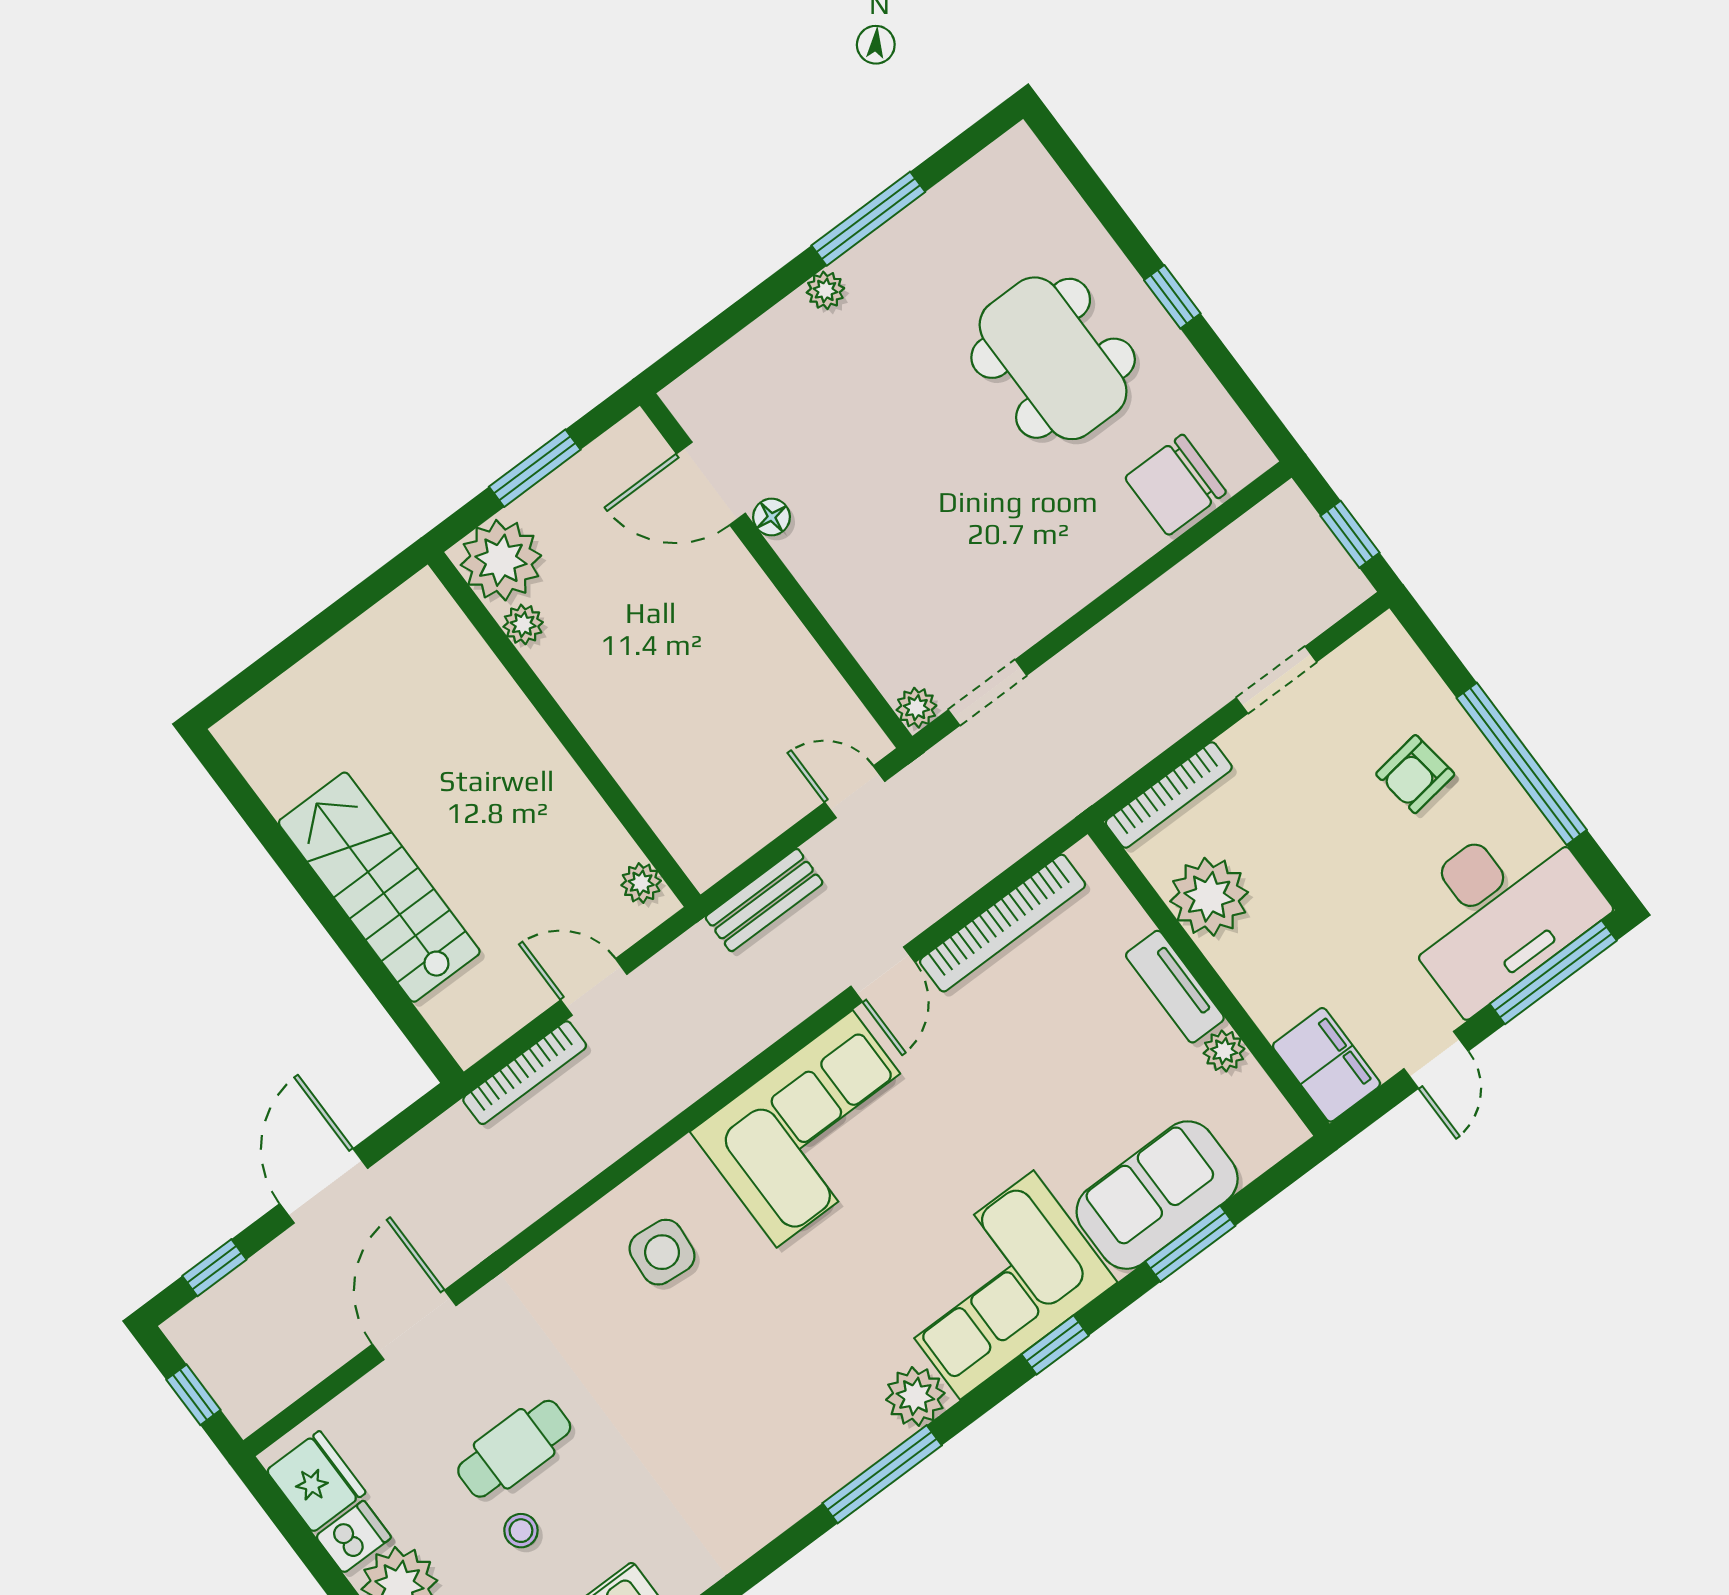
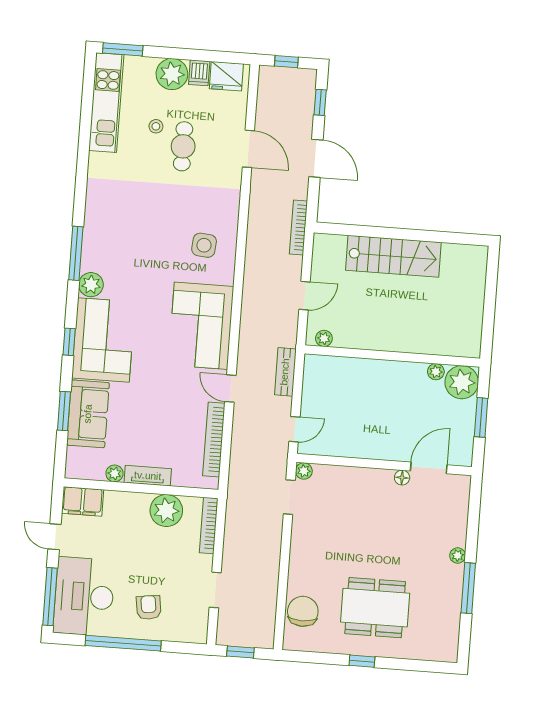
bookcase: (525, 1073) -> (298, 228), moved

